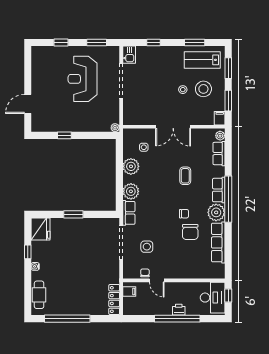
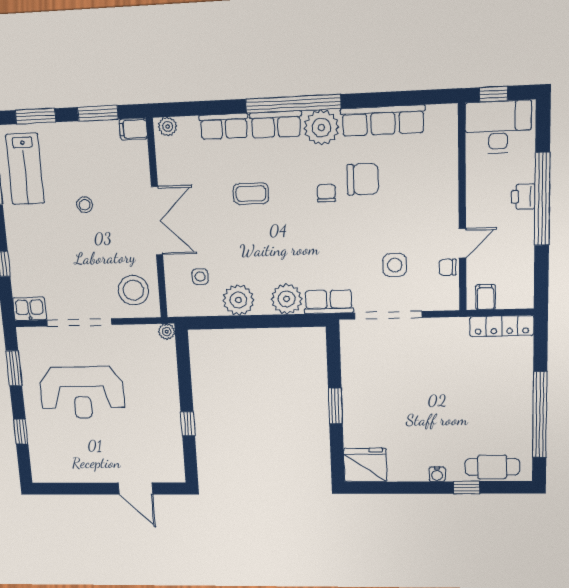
stool: (203, 89) -> (133, 290), moved
row of seats: (219, 154) -> (224, 126), moved
window: (28, 252) -> (467, 487), moved

